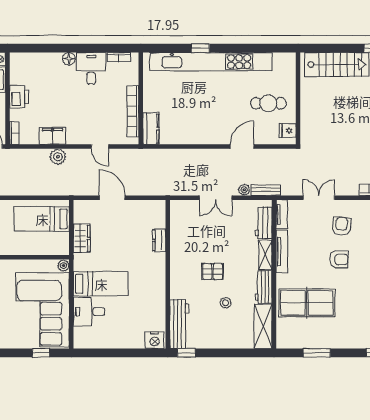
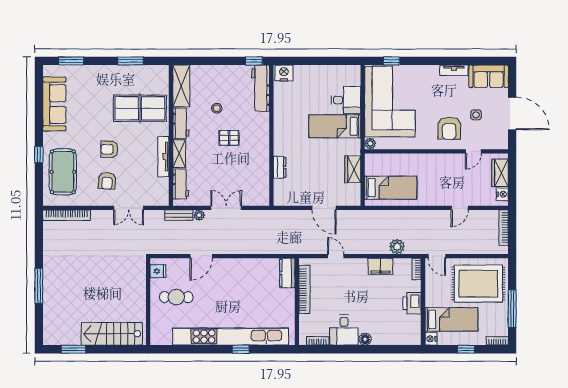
plant: (58, 157) -> (397, 246), moved
tv unit: (282, 214) -> (164, 192), removed

